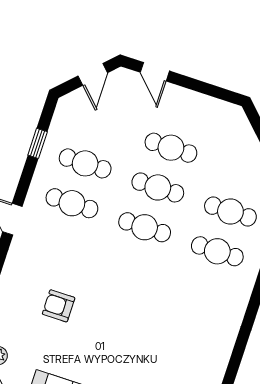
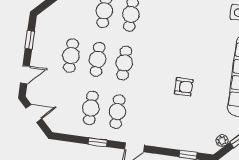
window: (207, 89) -> (30, 40), added
window: (38, 143) -> (97, 142), moved
armchair: (59, 306) -> (184, 87), moved, turned -90

